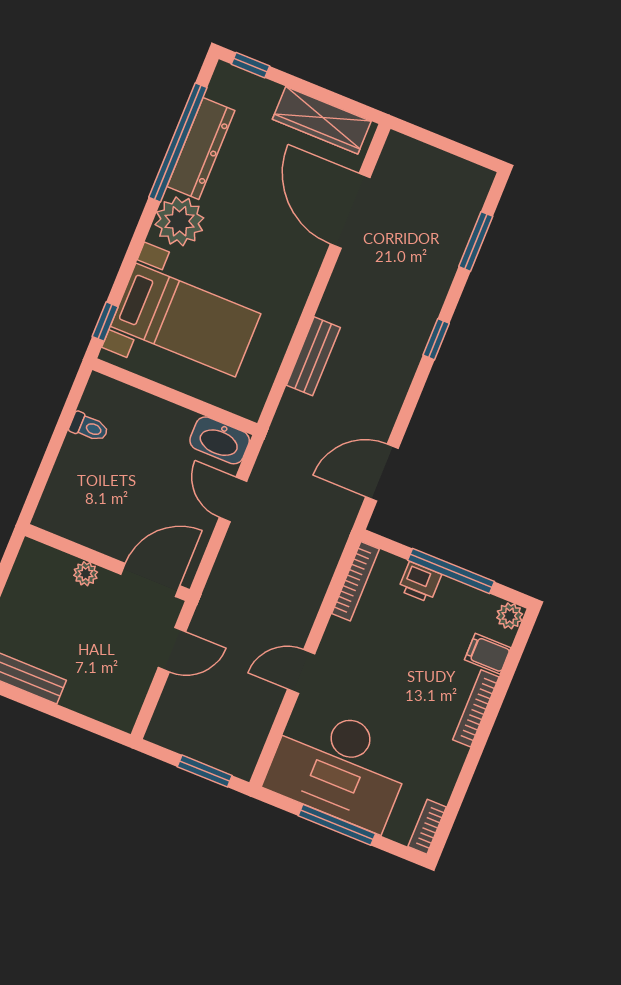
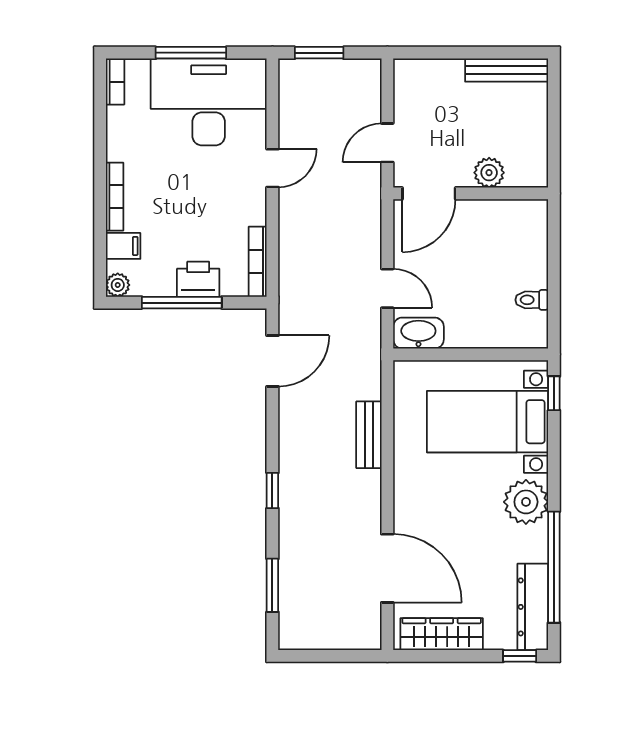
dresser: (201, 149) -> (533, 607), moved
plant: (86, 574) -> (489, 173), width x1.38, depth x1.38
printer: (420, 582) -> (198, 279), width x1.36, depth x1.24

